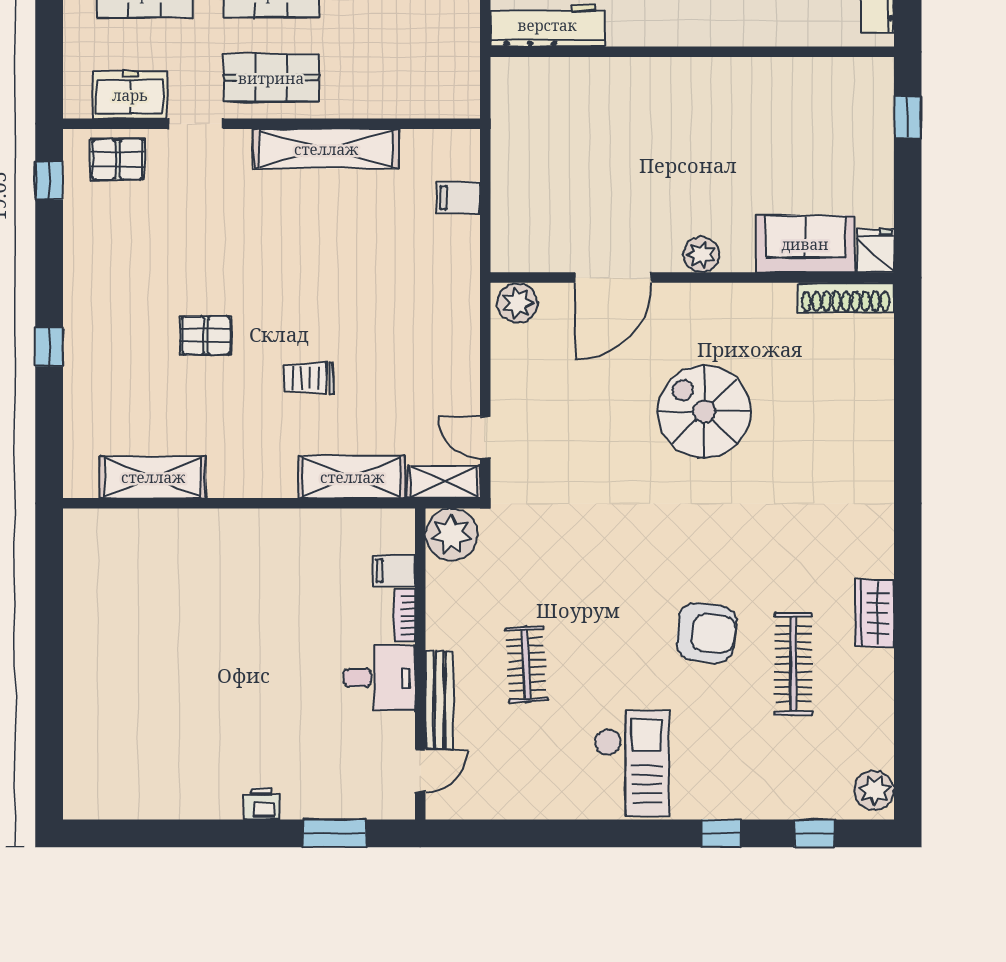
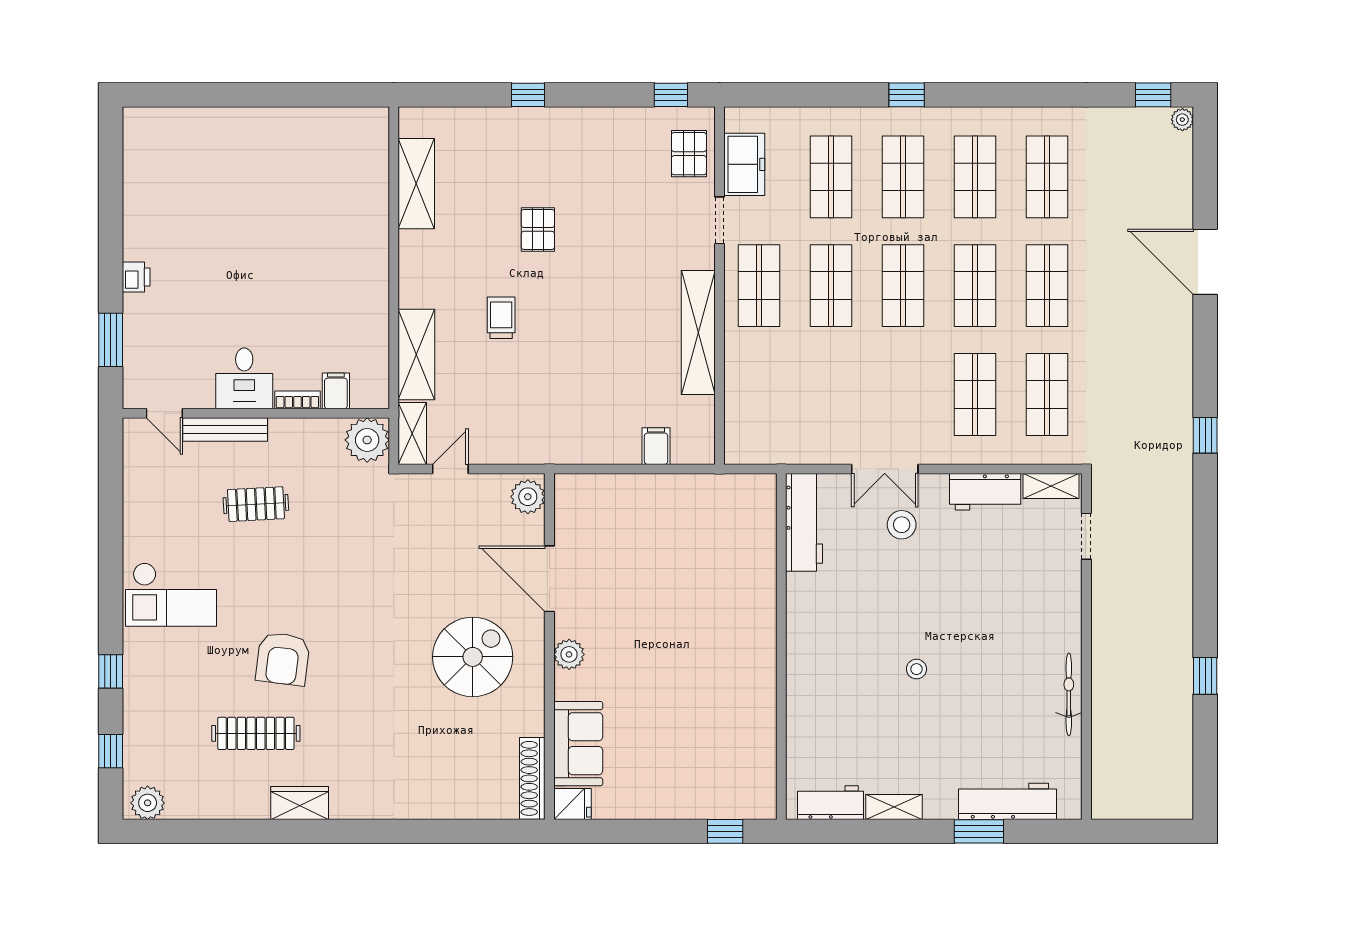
sofa: (805, 244) -> (578, 744), moved
fridge: (876, 251) -> (572, 804), moved
plant: (701, 255) -> (569, 654), moved
door: (613, 278) -> (549, 579), moved
wall: (692, 278) -> (549, 647), moved
shoe rack: (846, 298) -> (532, 778), moved
plant: (517, 303) -> (528, 497), moved

